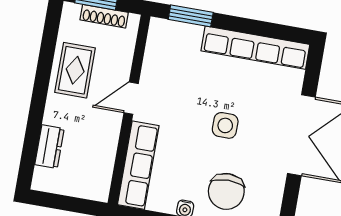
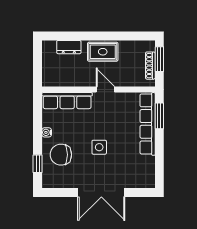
row of seats: (255, 48) -> (148, 124), moved
rug: (75, 70) -> (103, 52), moved

